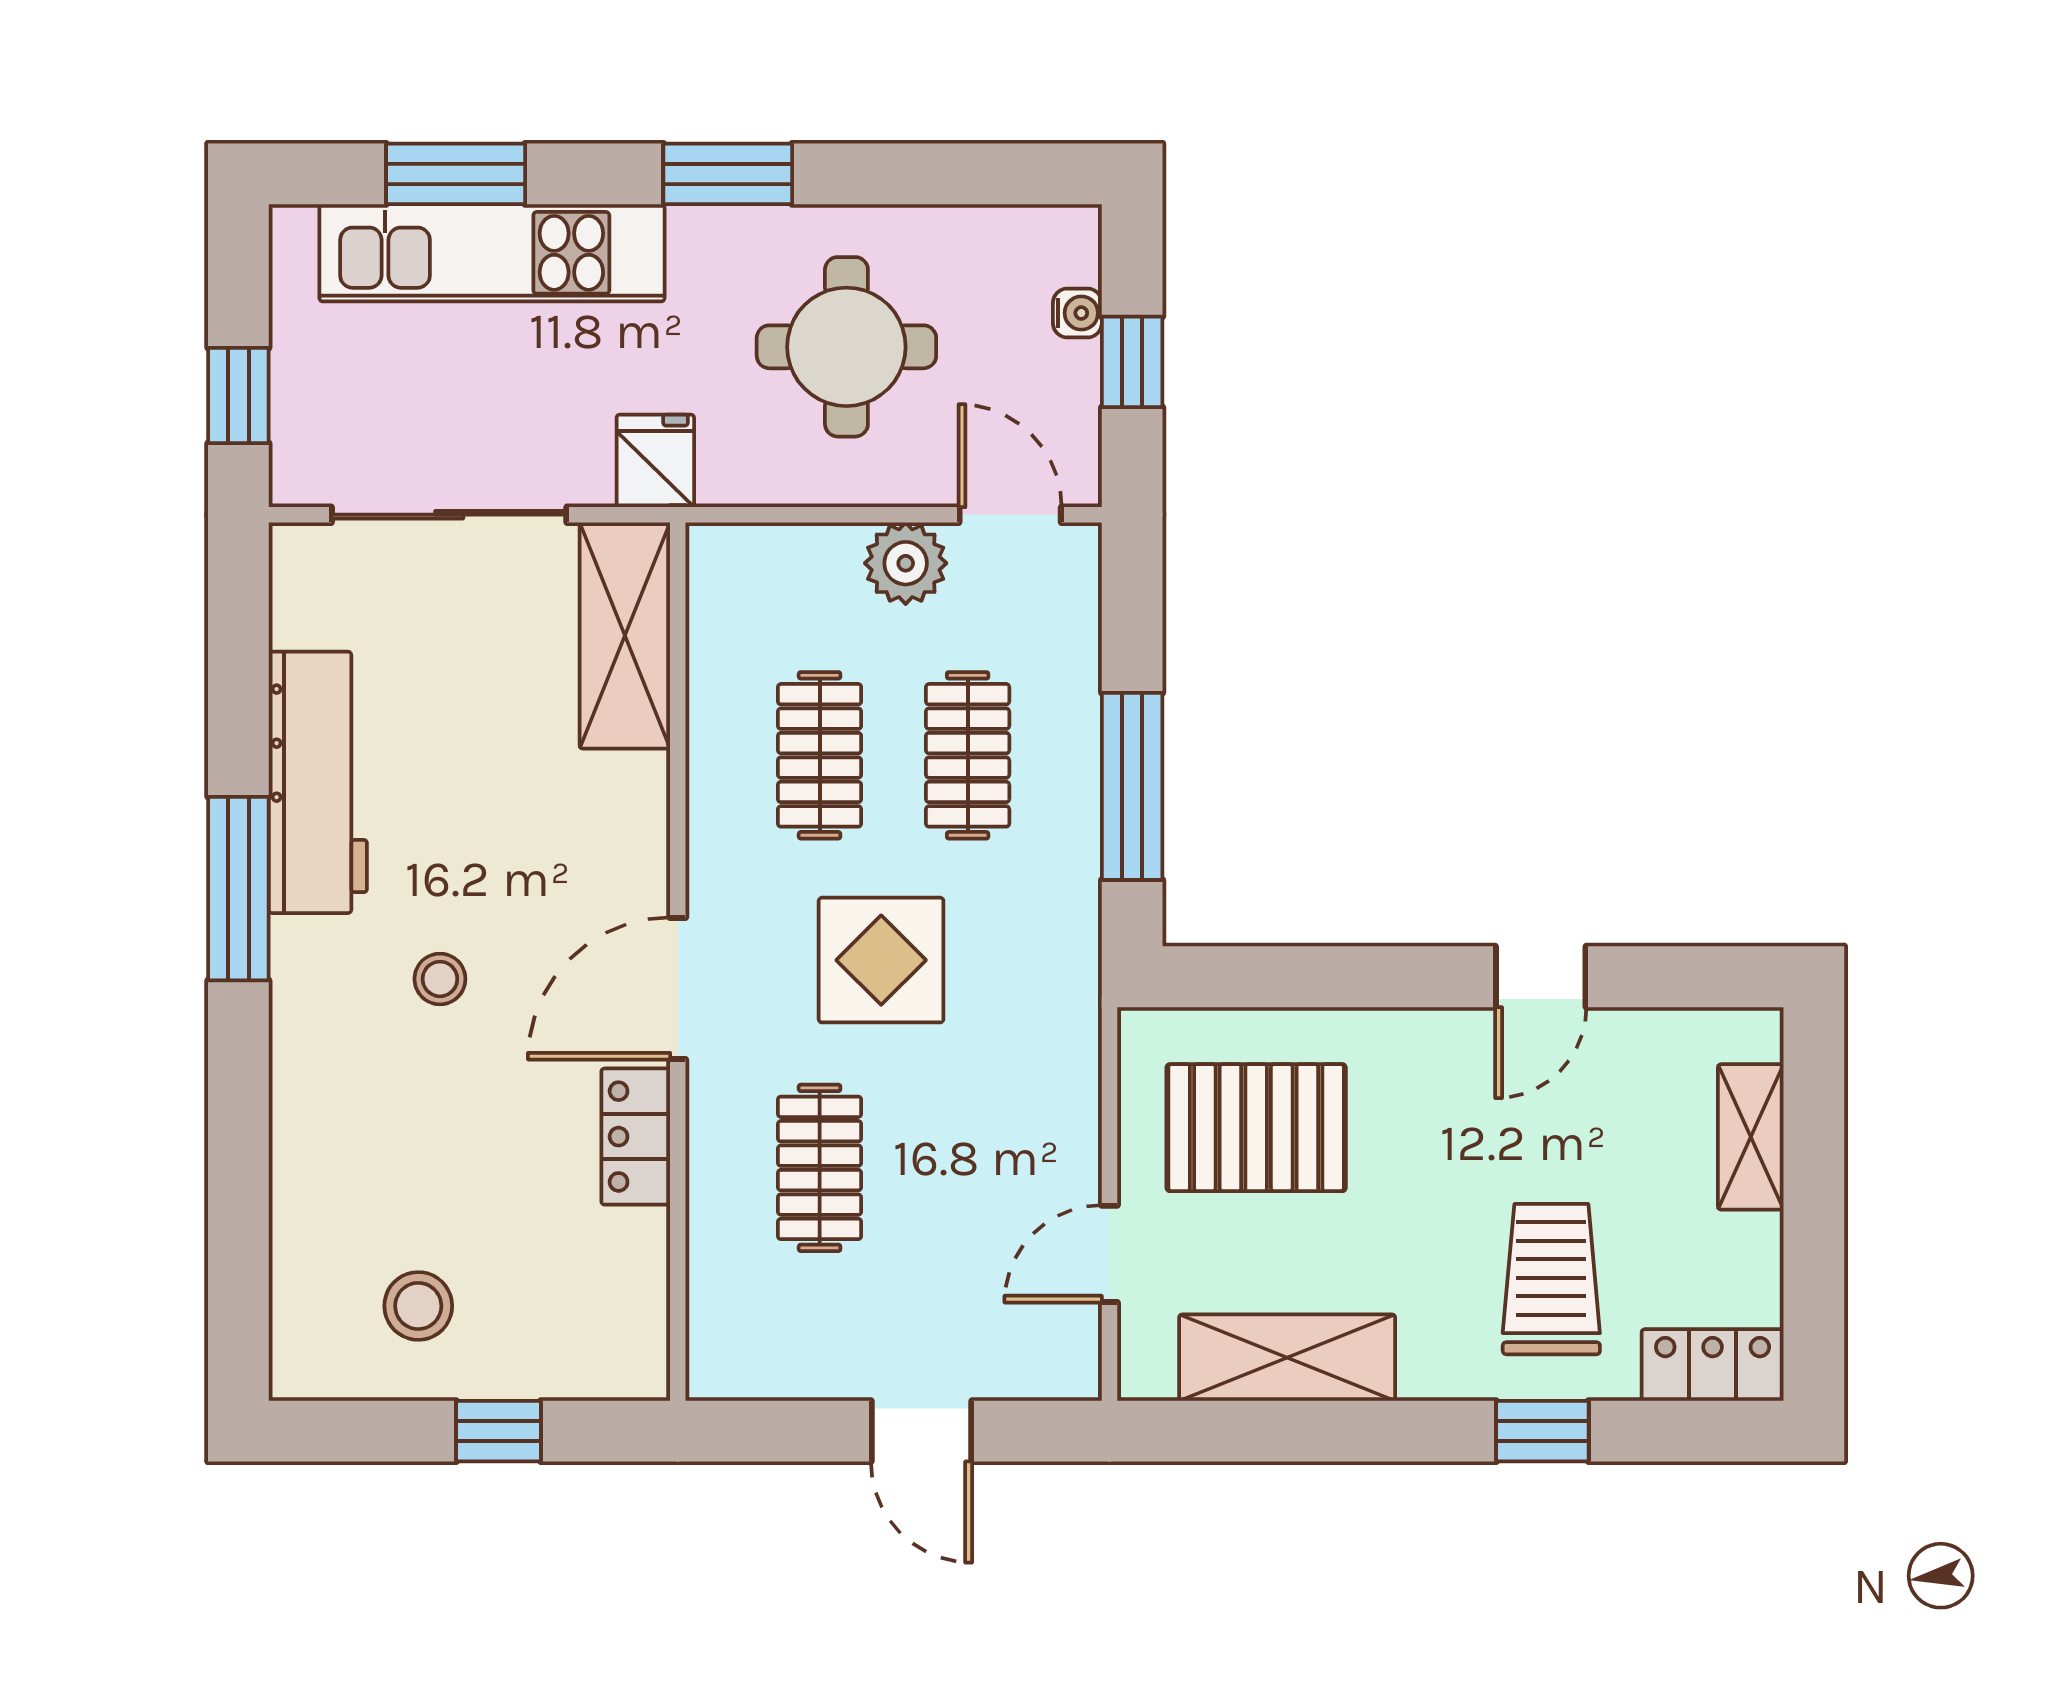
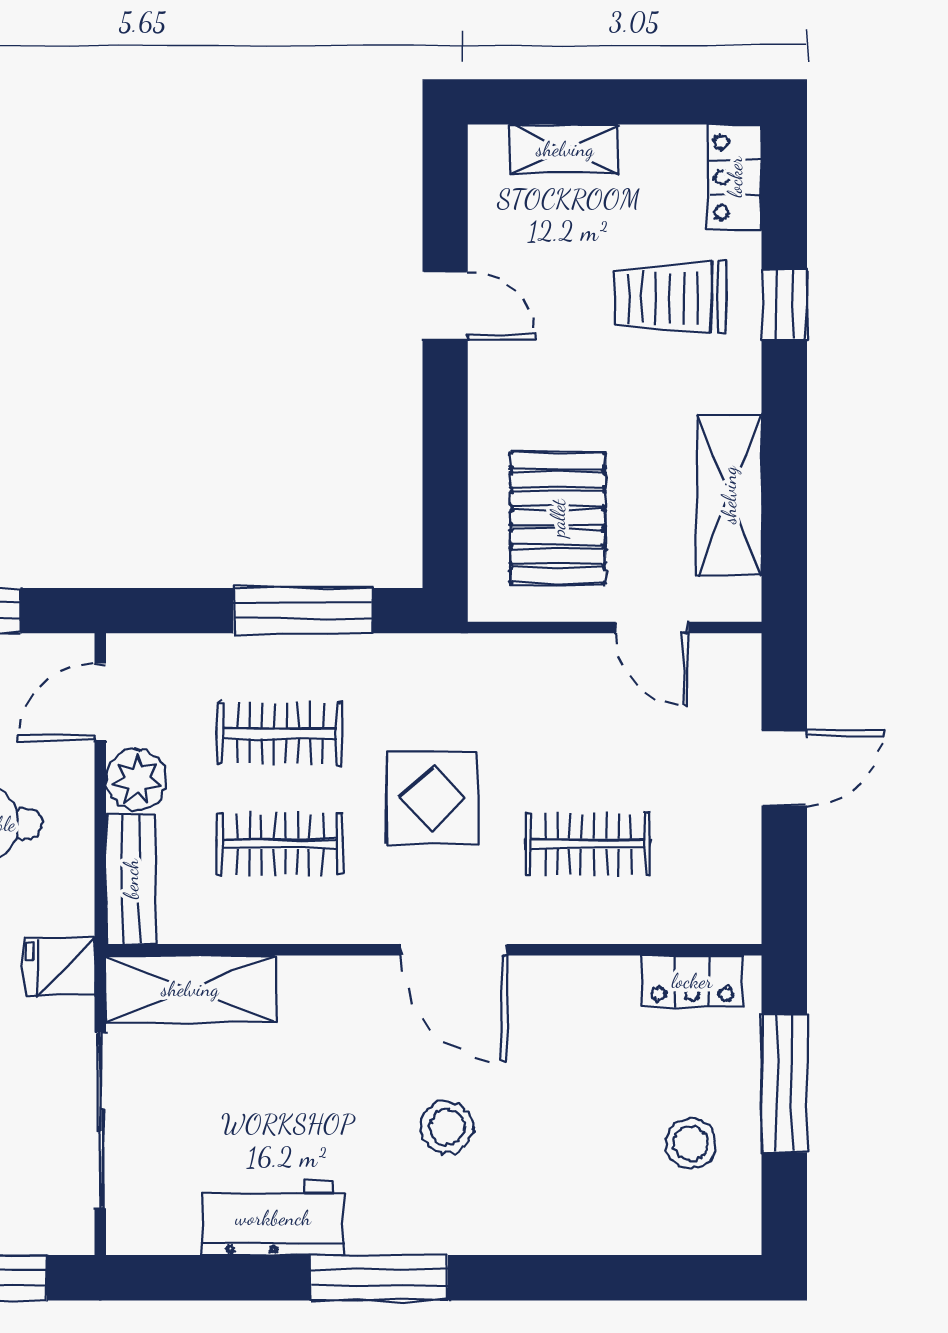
bench: (772, 555) -> (131, 879), added
workbench: (318, 782) -> (273, 1218), width x0.73
stool: (440, 979) -> (447, 1127), width x1.37, depth x1.37
locker: (636, 1137) -> (692, 981), moved
window: (498, 1431) -> (784, 1084), width x2.17

